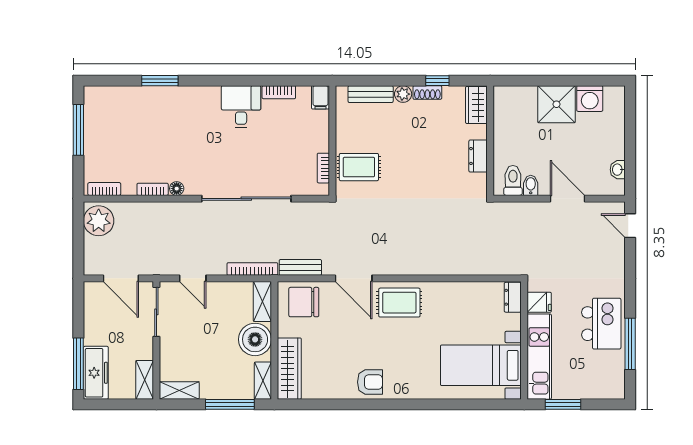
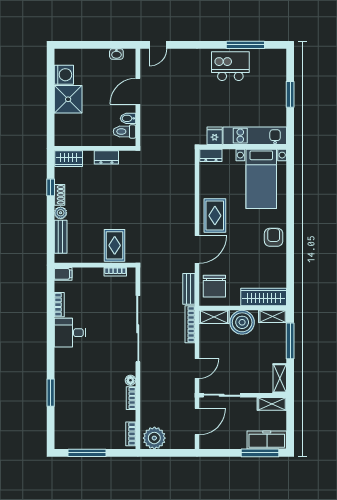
dresser: (513, 297) -> (211, 155), moved
fridge: (539, 302) -> (215, 136), moved
wall: (524, 340) -> (243, 147), moved
kitchen unit: (539, 357) -> (255, 136), moved
bed with nightstands: (481, 365) -> (261, 179), moved

